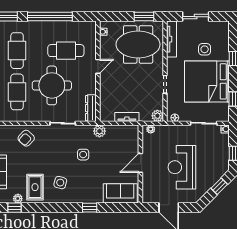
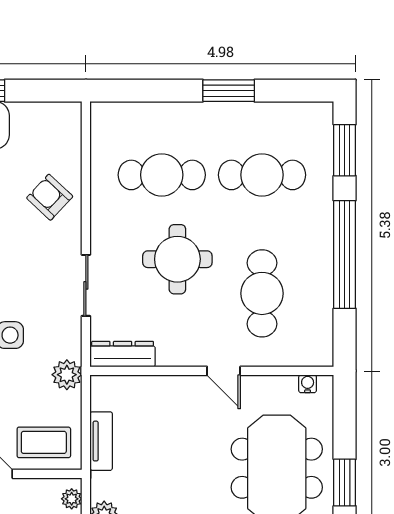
round table: (52, 85) -> (177, 259), width x0.73, depth x0.73
coffee table: (127, 141) -> (44, 442), added

